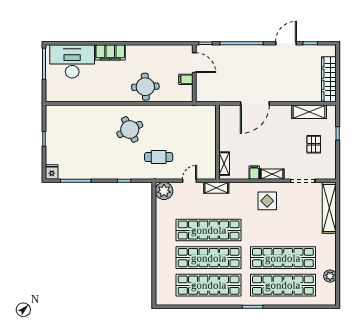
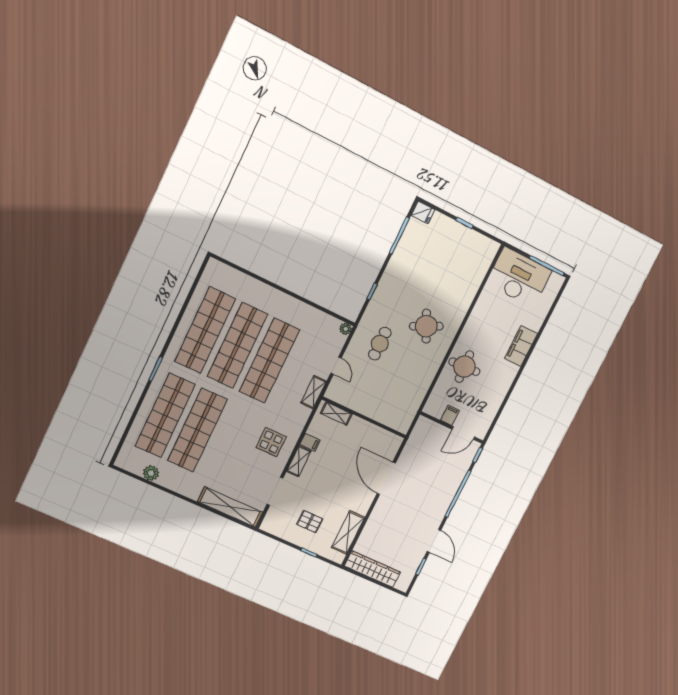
desk: (72, 61) -> (519, 277), moved, turned -90
plant: (164, 191) -> (345, 329), width x0.53, depth x0.53

